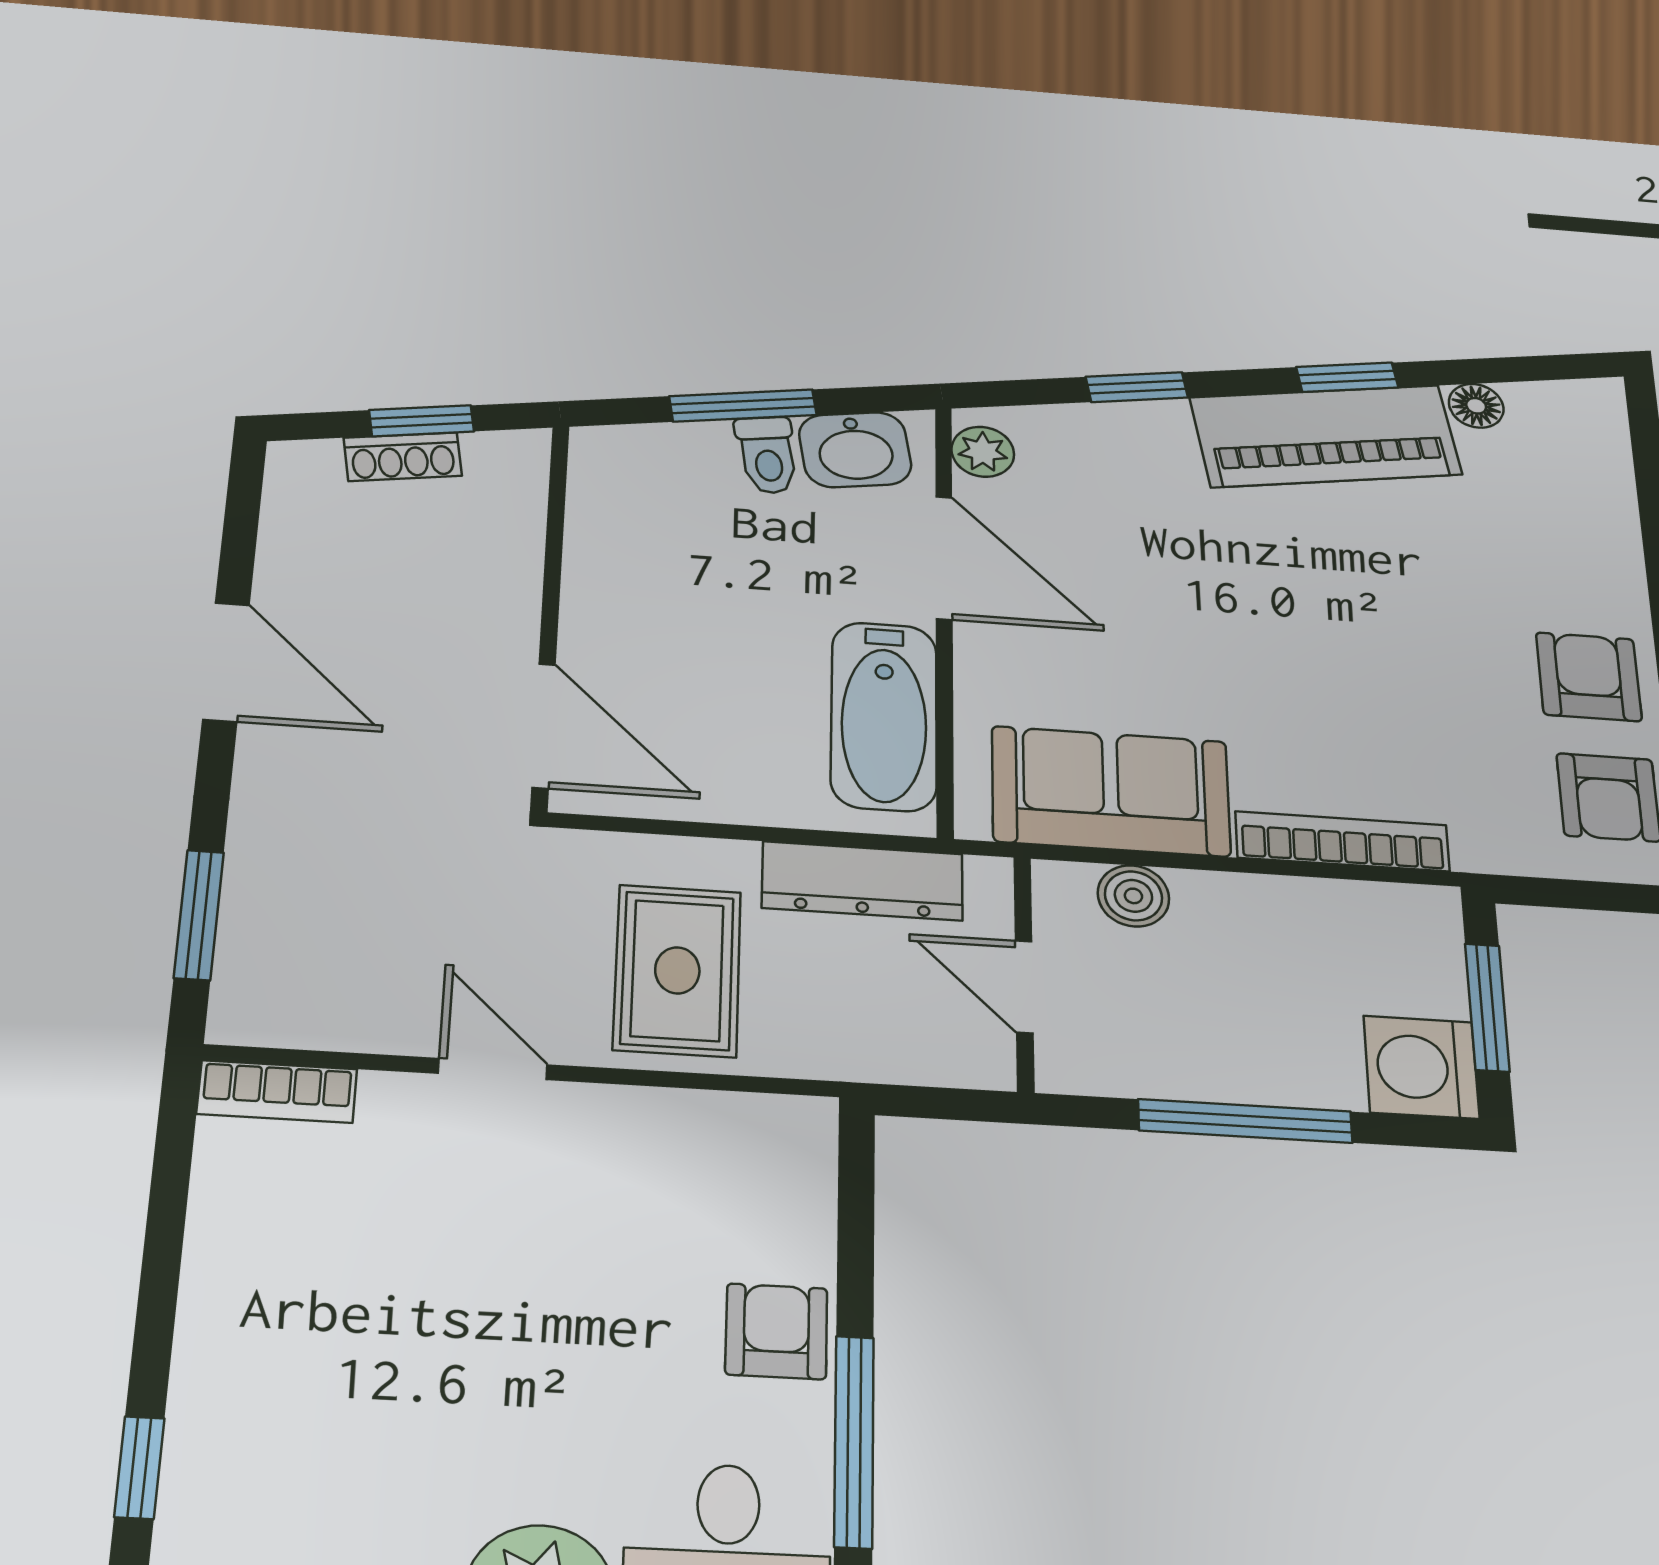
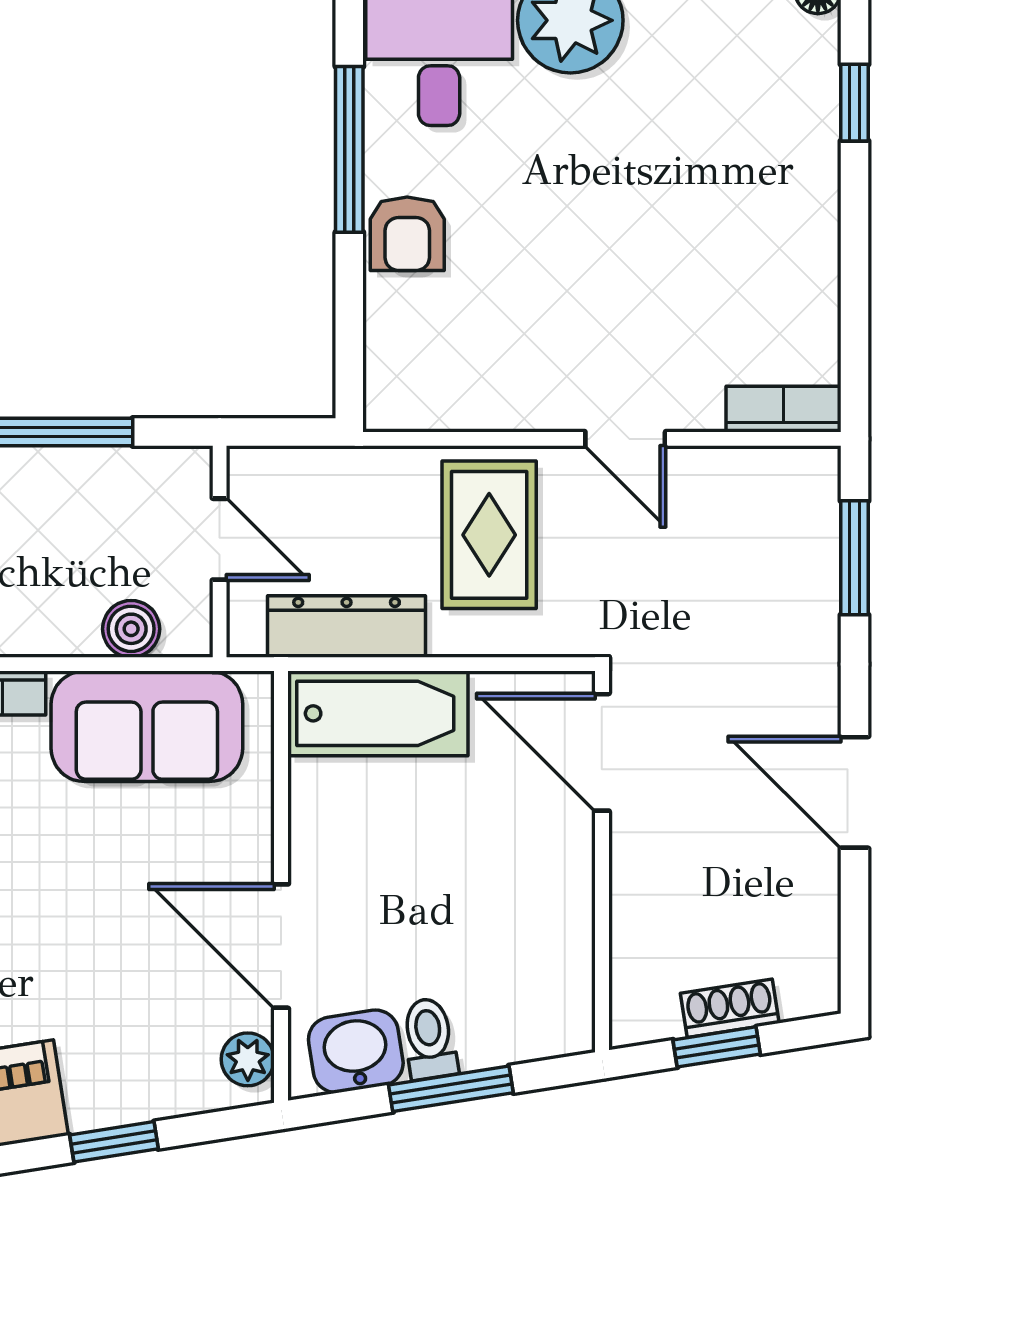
bathtub: (884, 716) -> (378, 713), moved, turned 90

